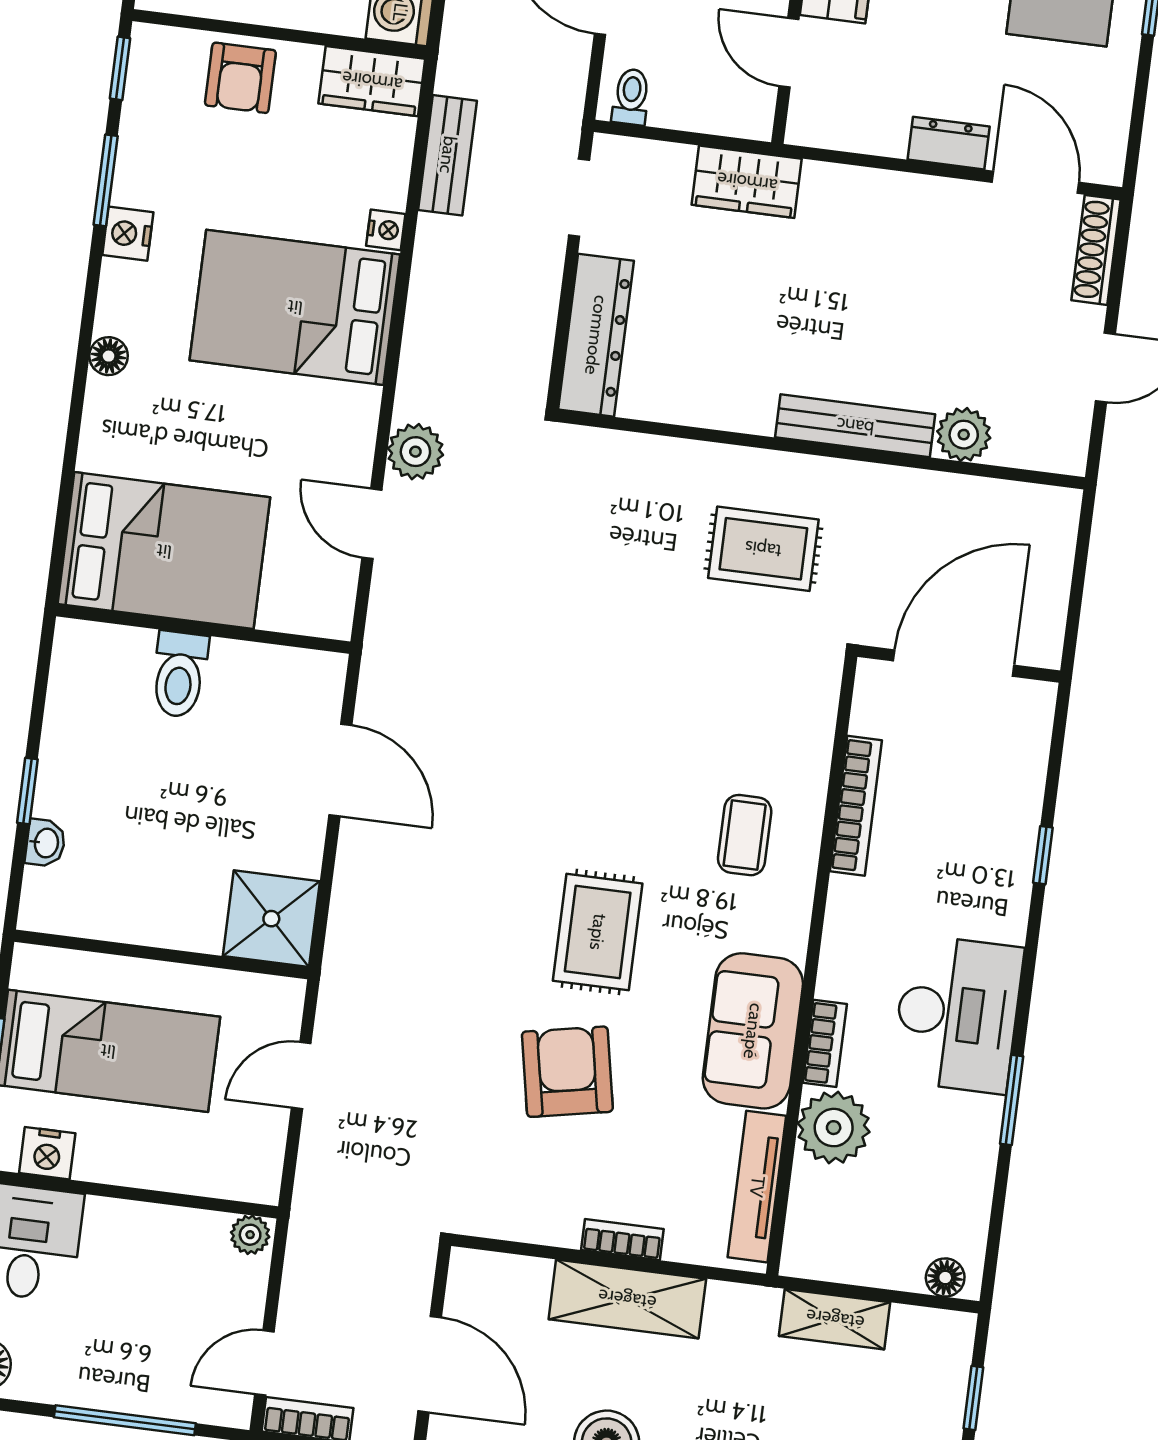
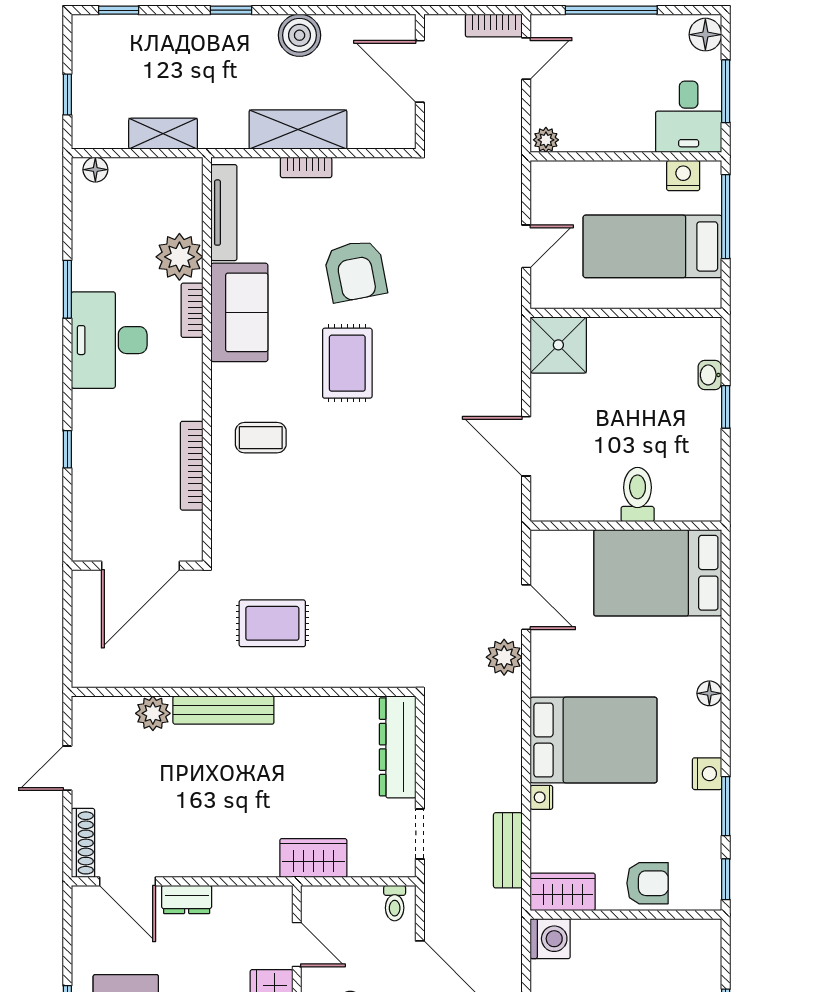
armchair: (240, 78) -> (647, 883), turned 90
coffee table: (745, 835) -> (261, 438), turned 90

